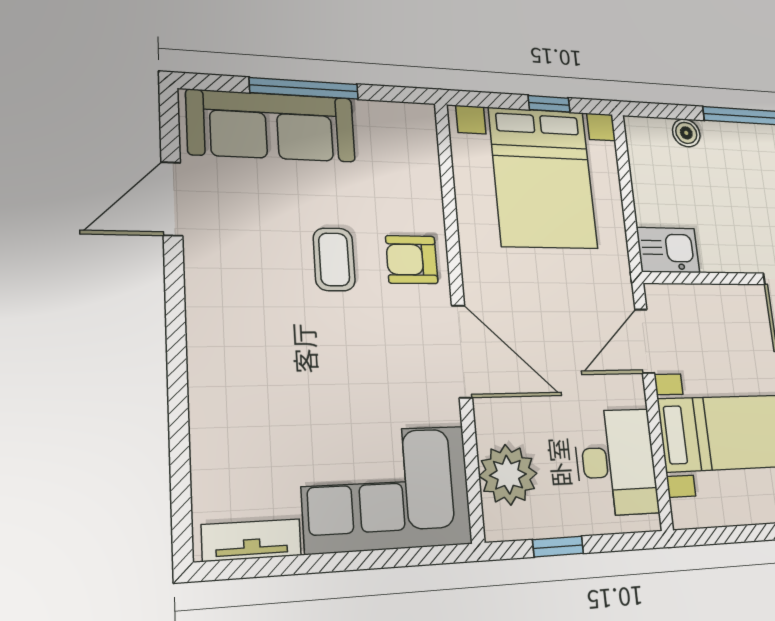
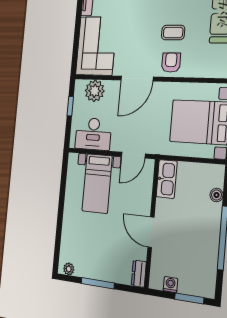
kitchen sink: (668, 250) -> (167, 179), width x1.38
door: (645, 341) -> (133, 155), swing flipped

